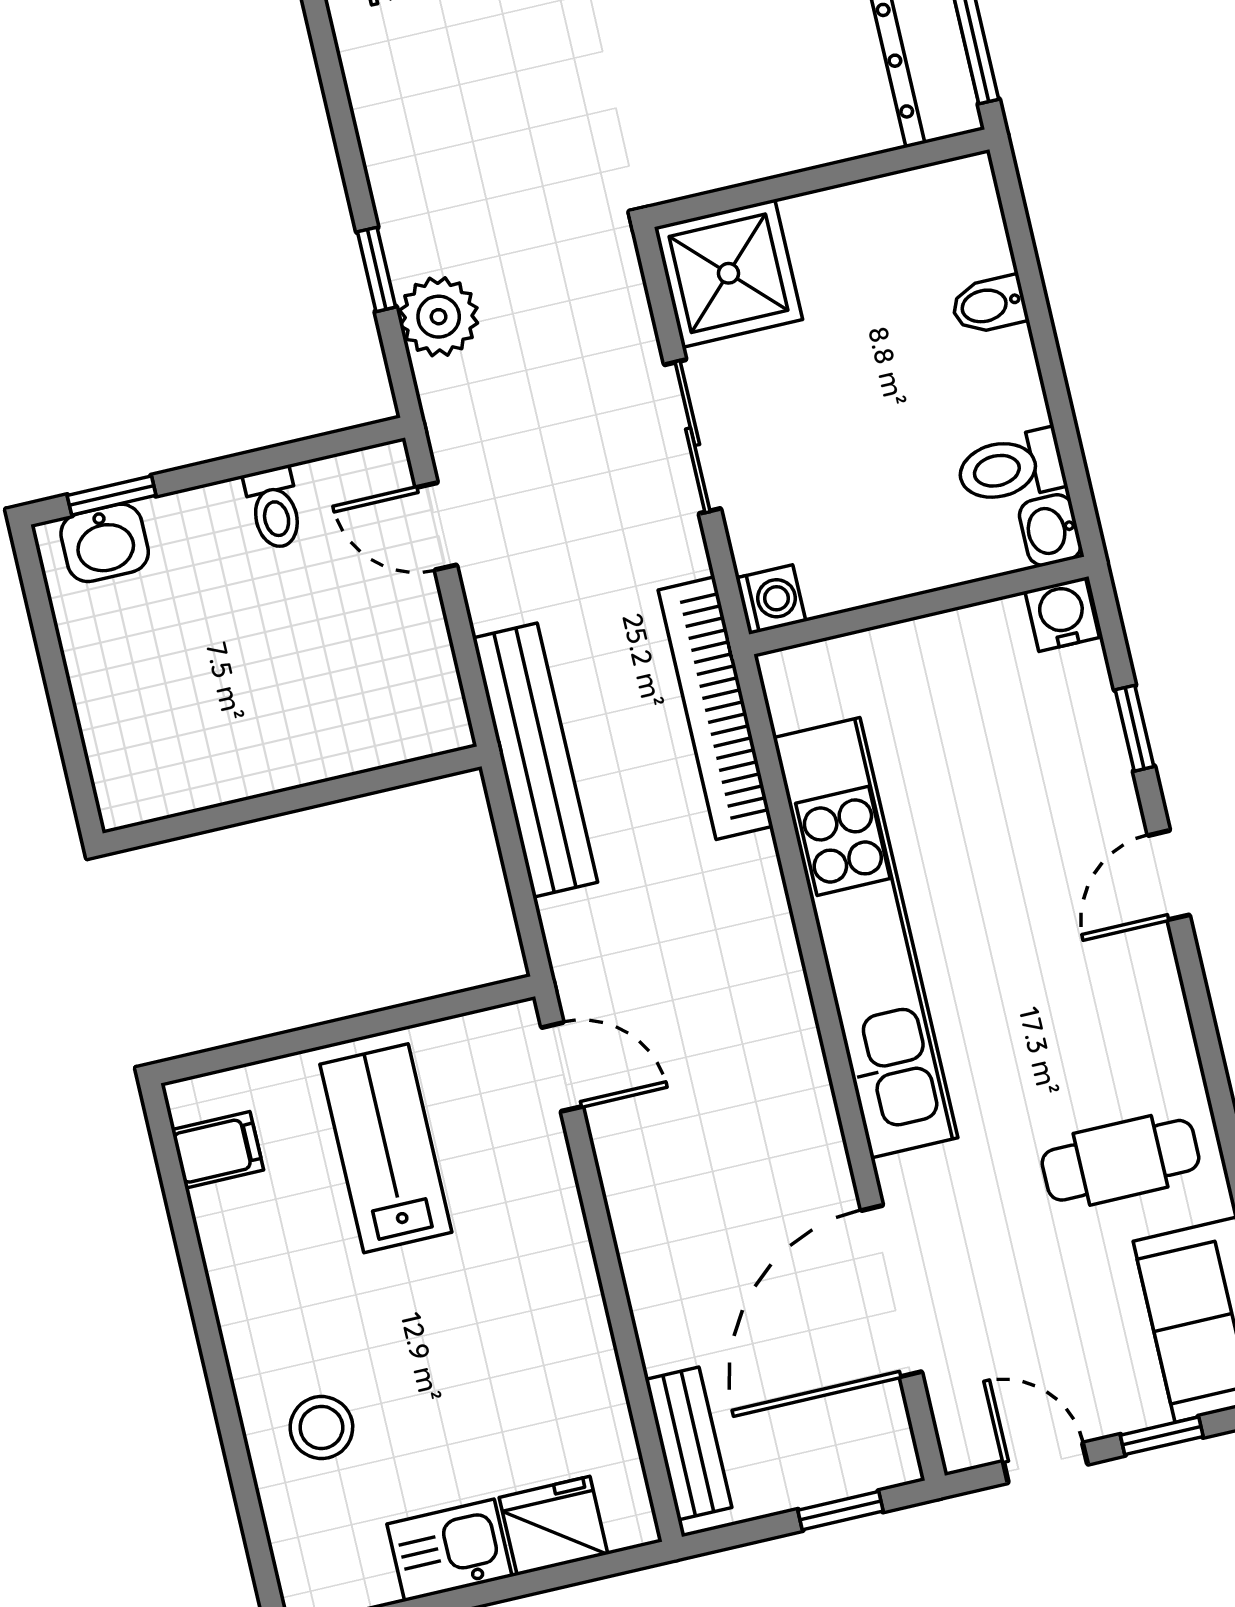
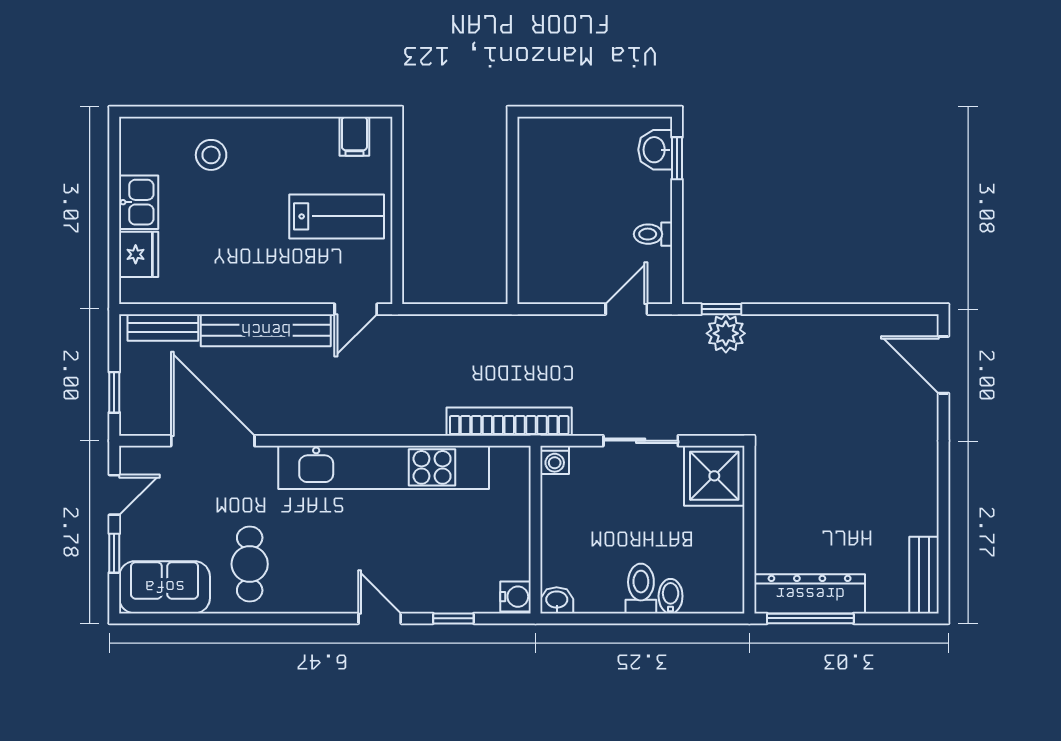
window: (377, 269) -> (722, 309), moved
toilet: (1011, 467) -> (641, 589), moved
bench: (535, 760) -> (266, 330), moved

